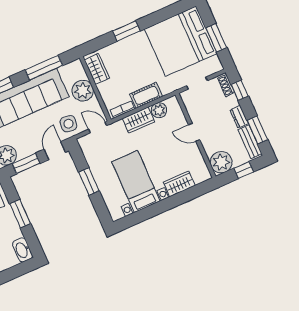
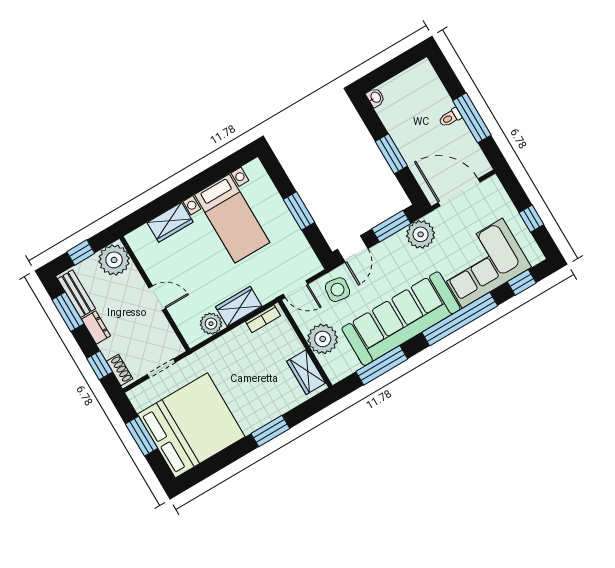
cot: (146, 95) -> (232, 343), removed
washbasin: (22, 250) -> (375, 97), width x0.52, depth x0.69

